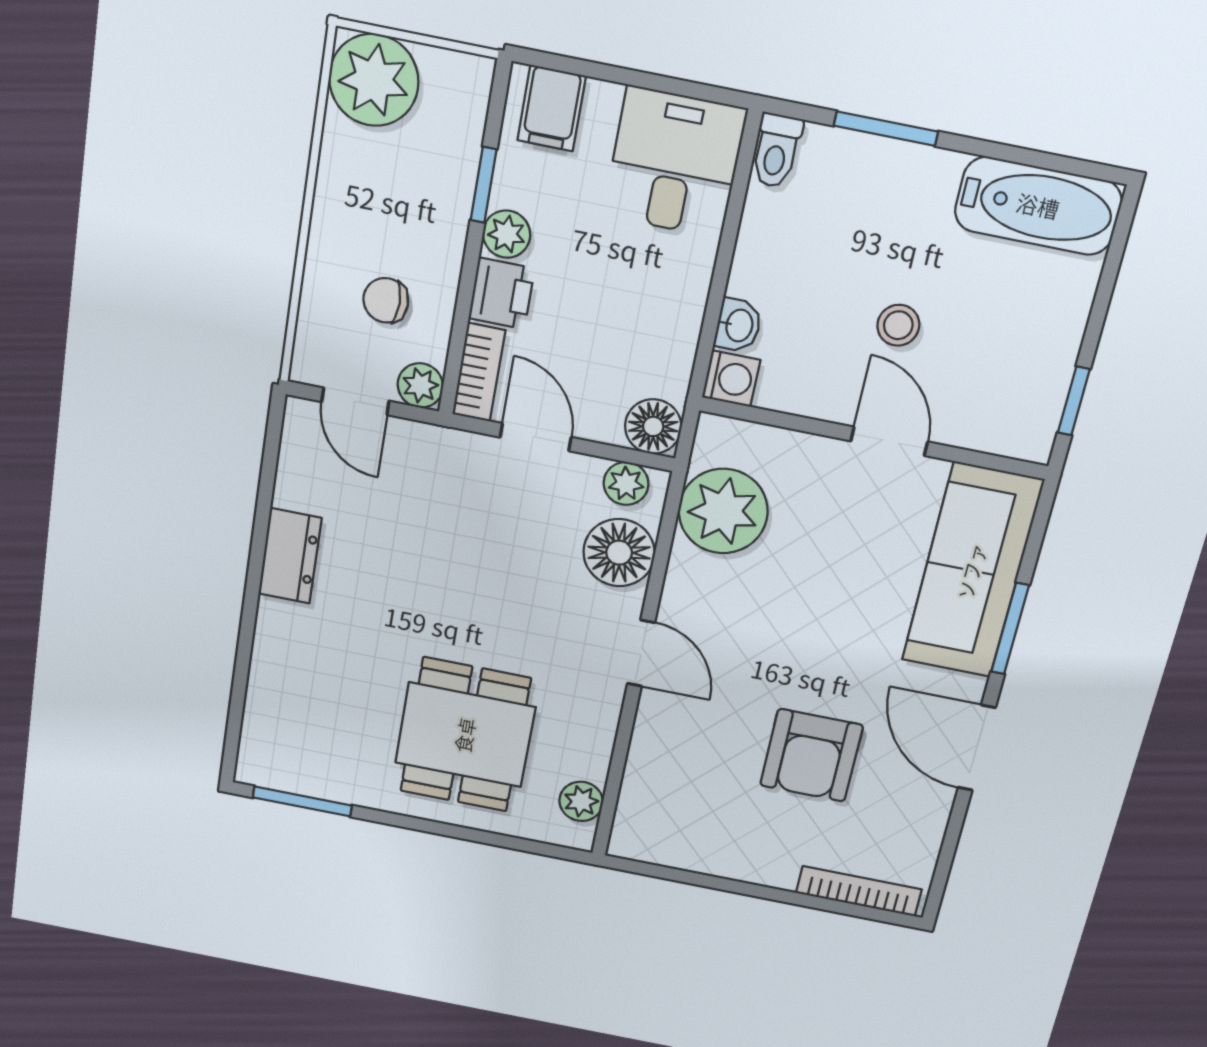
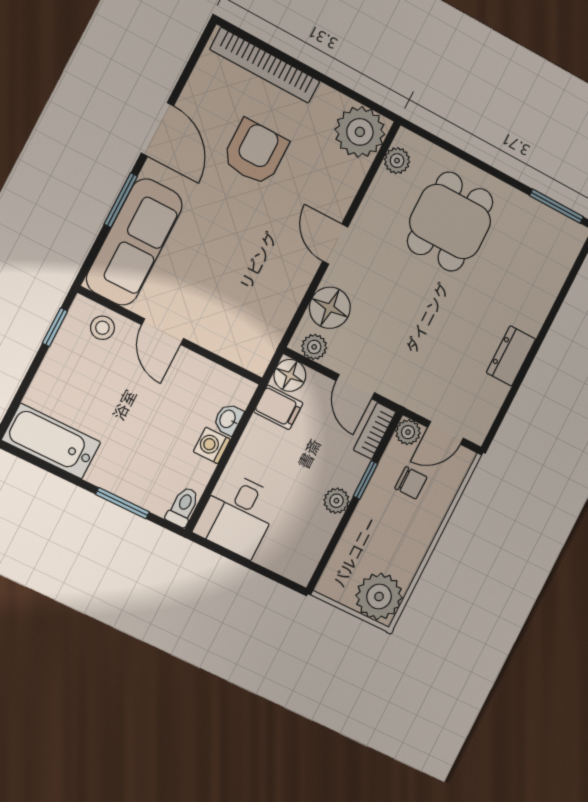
filing cabinet: (552, 108) -> (278, 407), moved, turned 90
window: (484, 185) -> (365, 480), moved
printer: (502, 293) -> (349, 470), removed
stool: (898, 325) -> (102, 328), moved
washing machine: (731, 379) -> (212, 445), moved
door: (355, 401) -> (446, 433), swing flipped
plant: (723, 511) -> (360, 132), moved
bookcase: (859, 891) -> (265, 65), width x1.48, depth x1.31

